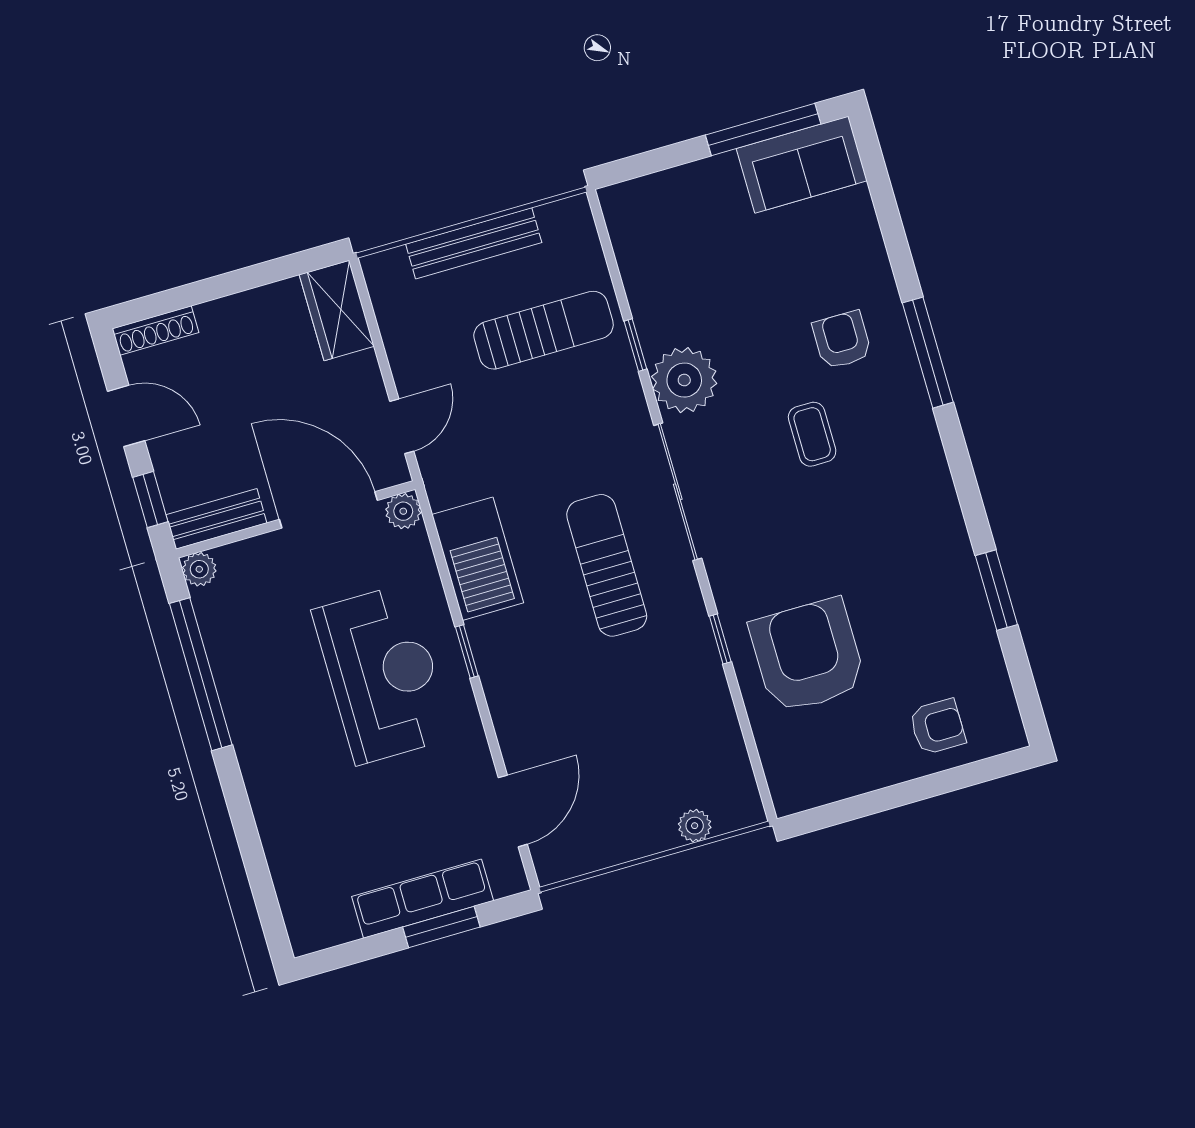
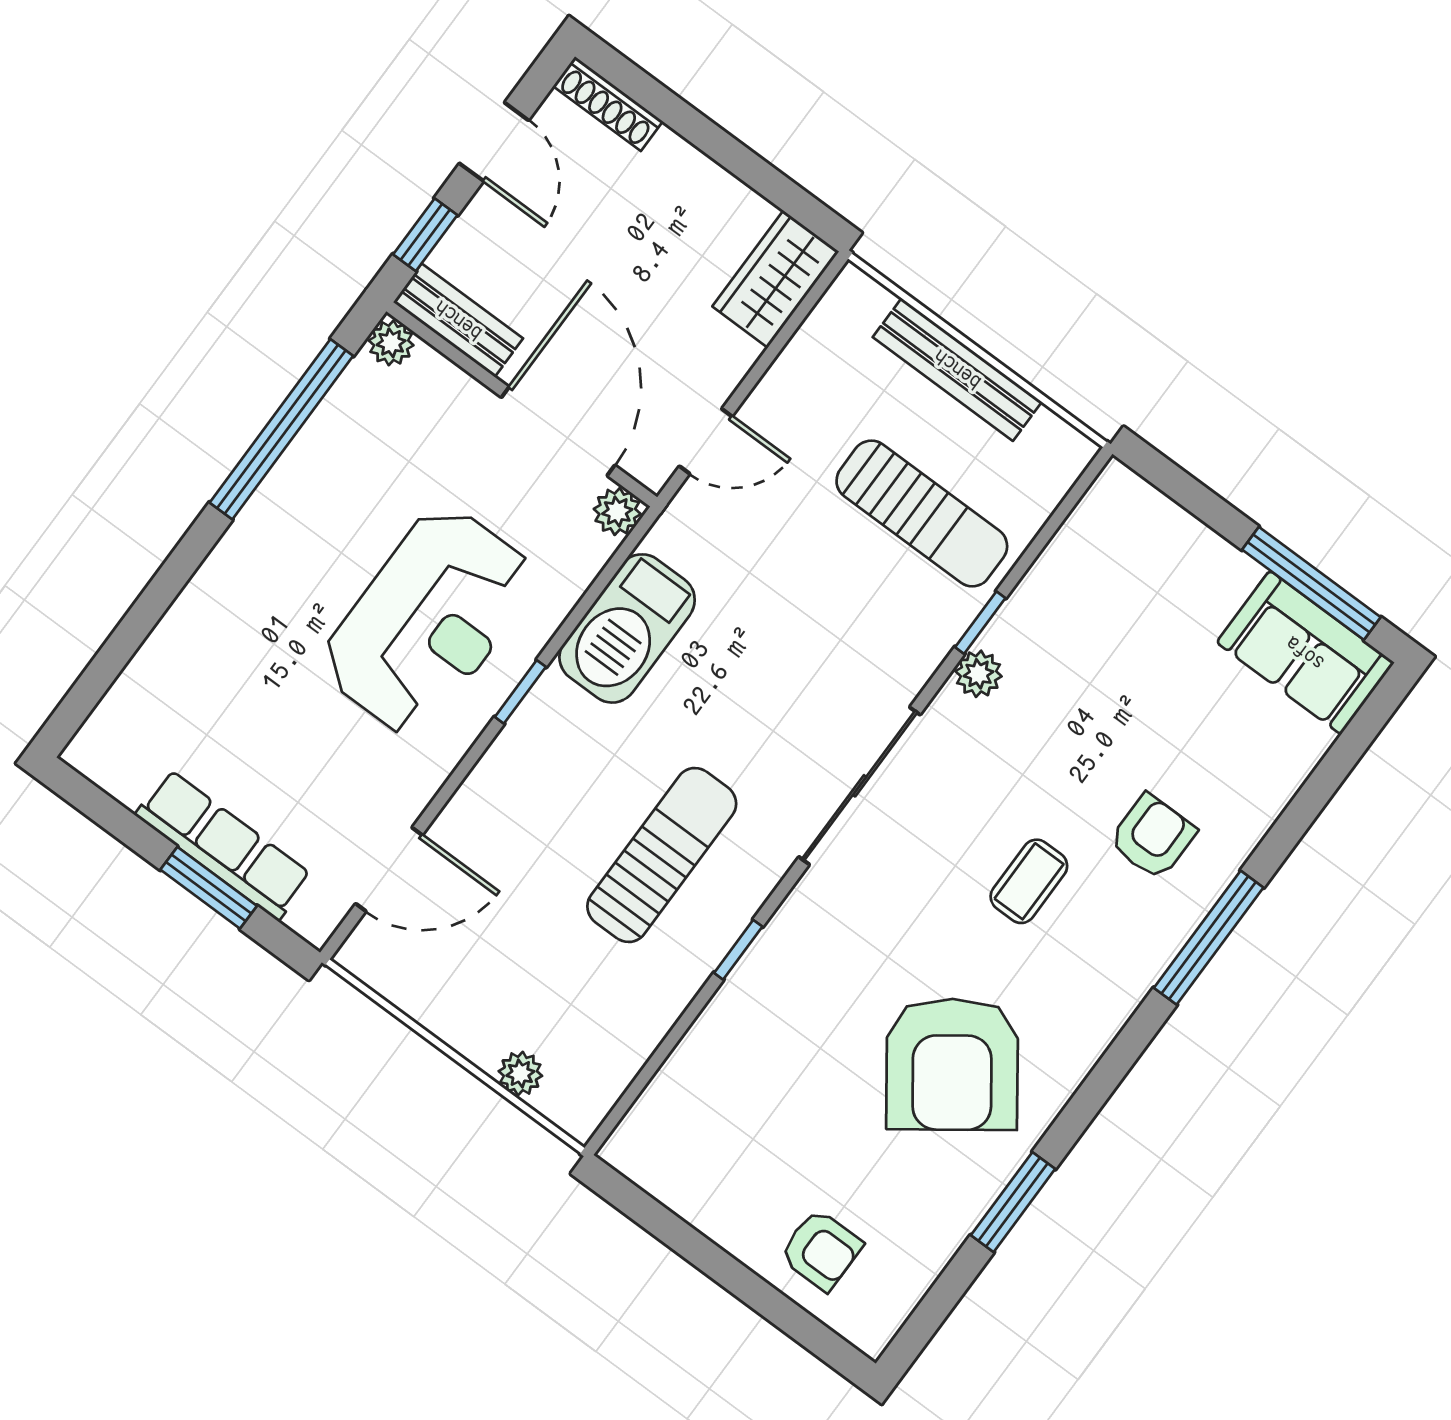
plant: (684, 380) -> (979, 674), width x0.53, depth x0.53
sun lounger: (607, 565) -> (662, 855), moved
armchair: (808, 656) -> (952, 1064), moved, turned 144

